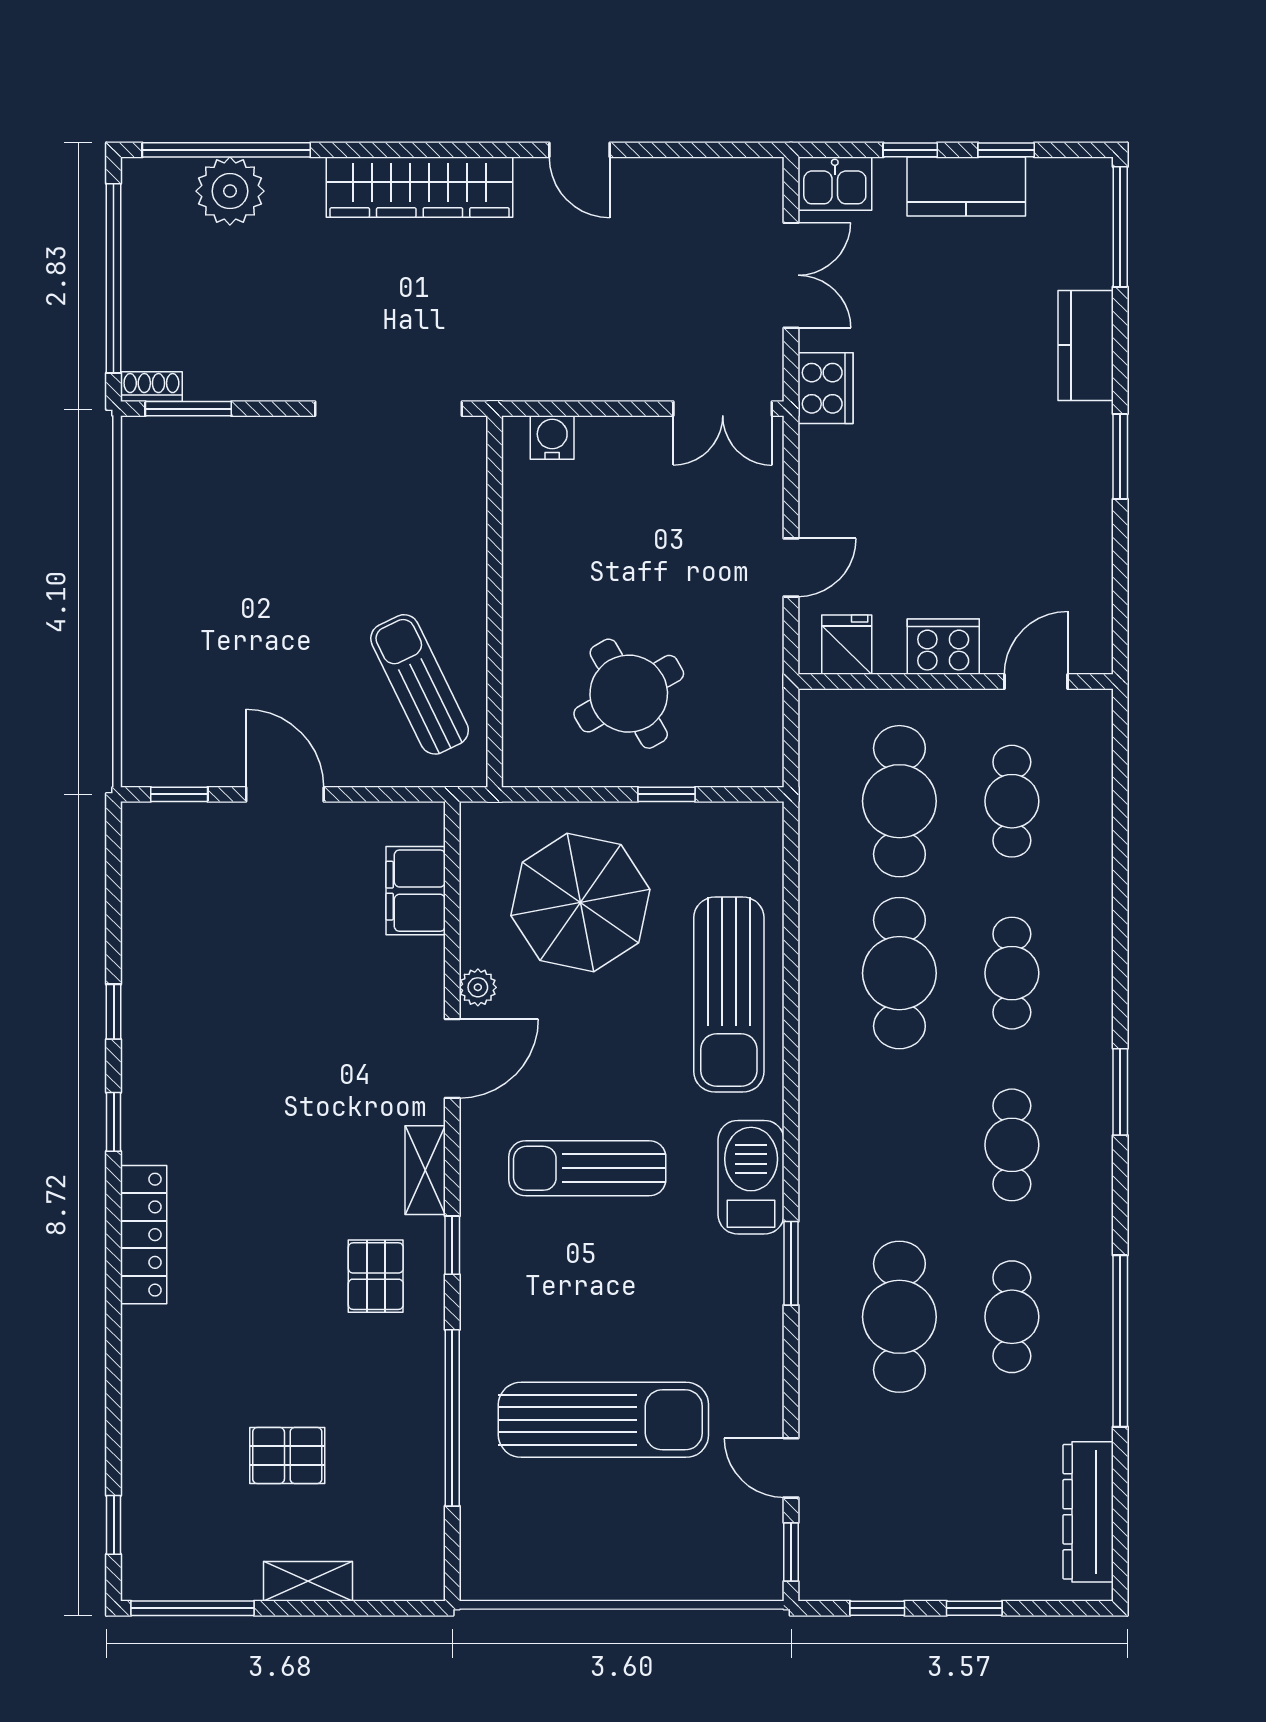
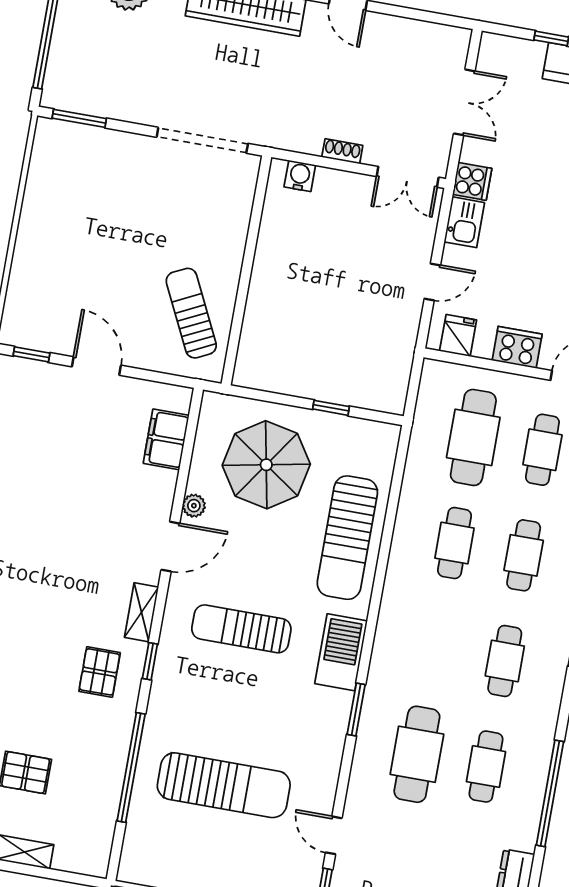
kitchen sink: (835, 184) -> (464, 222), moved, turned -90
shoe rack: (151, 387) -> (342, 151), moved
cooker: (825, 388) -> (472, 181), width x0.73
round table: (629, 694) -> (319, 342), removed
cafe table: (899, 973) -> (455, 543), width x0.73, depth x0.74

